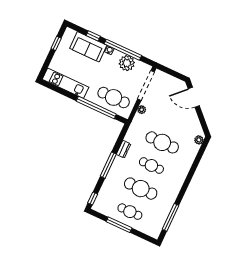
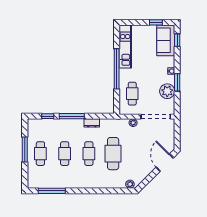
window: (93, 36) -> (177, 40), moved
sofa: (88, 47) -> (166, 40), moved
window: (123, 50) -> (177, 82), width x0.47
cafe table: (114, 97) -> (132, 94), width x0.73, depth x0.74
window: (96, 108) -> (117, 69), moved
cafe table: (141, 189) -> (65, 154), width x0.73, depth x0.74
window: (93, 199) -> (48, 116), moved

